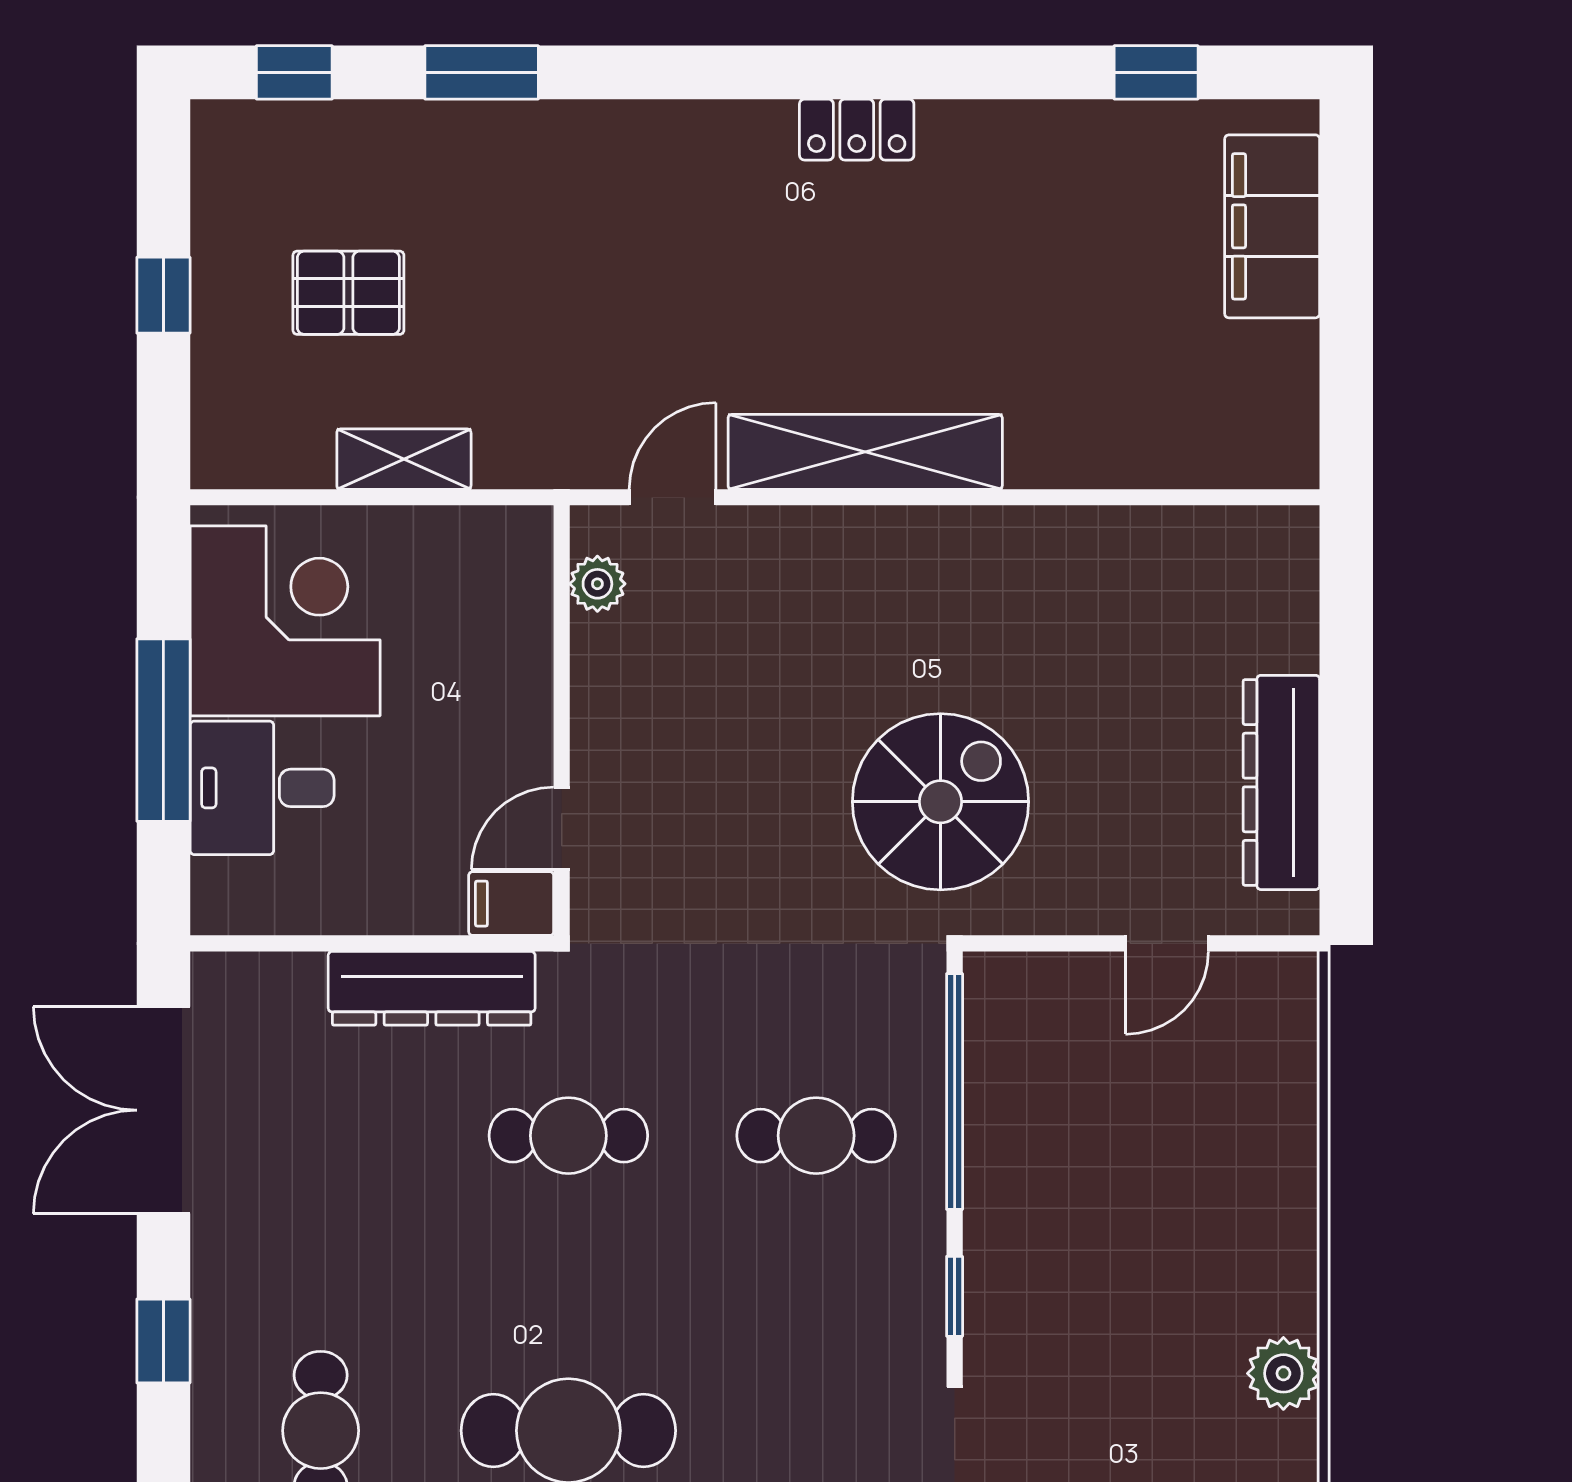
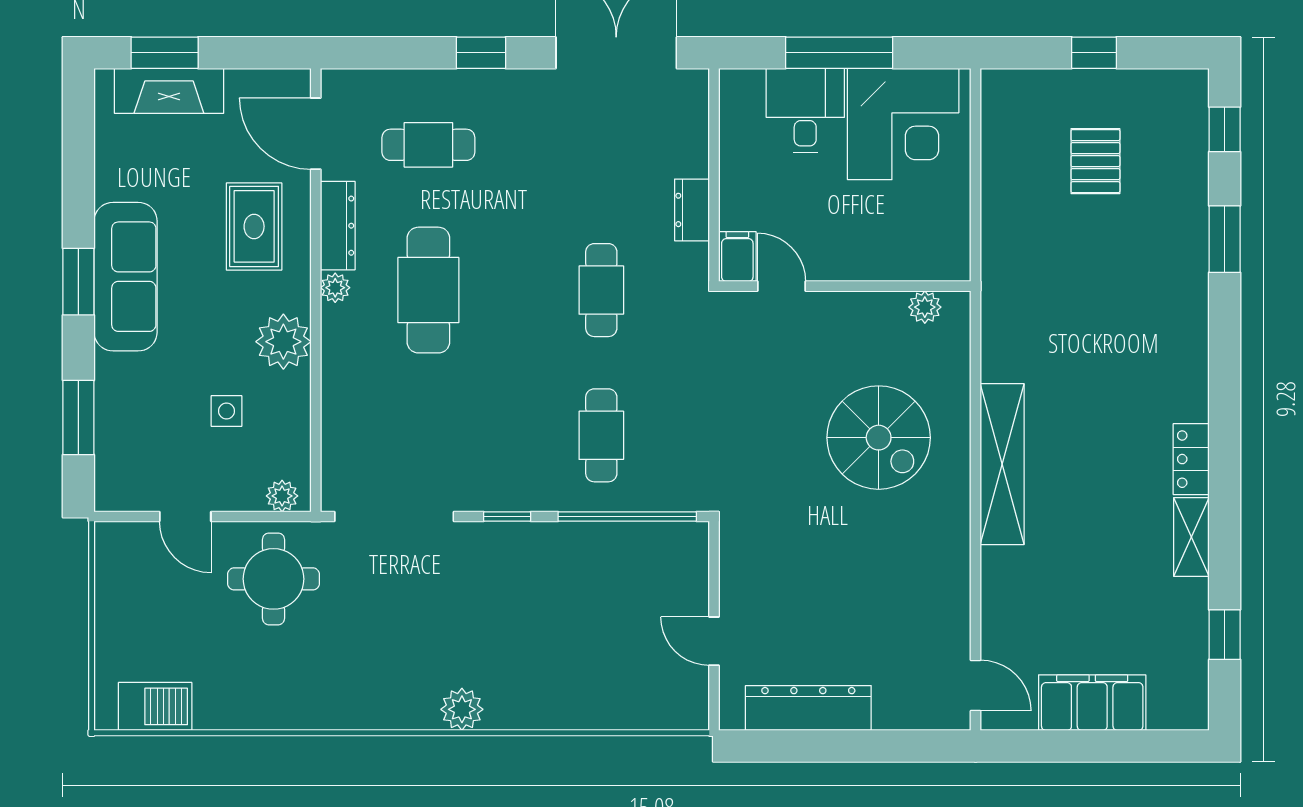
filing cabinet: (1272, 226) -> (1092, 703), moved
shelving: (404, 459) -> (1191, 537), moved
door: (673, 497) -> (976, 685), moved
spiral stairs: (941, 802) -> (879, 438), moved
dresser: (432, 988) -> (692, 210), width x0.51, depth x0.80

